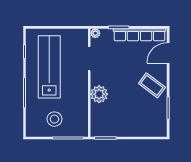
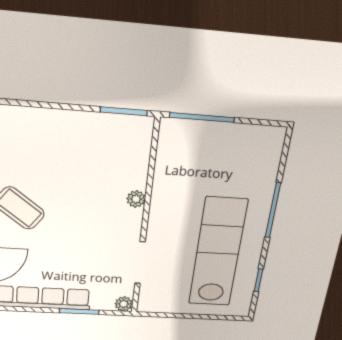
lab bench: (49, 67) -> (218, 253), turned 180
plant: (99, 94) -> (136, 199), width x0.53, depth x0.53
stool: (54, 119) -> (224, 157), removed

